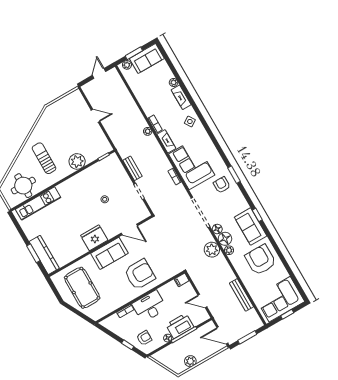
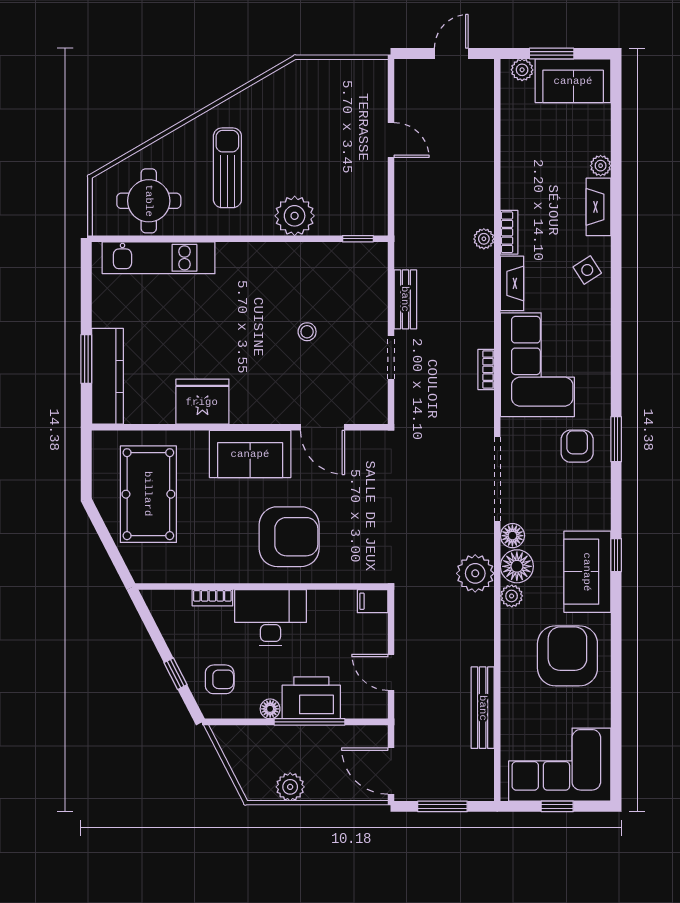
fridge: (94, 238) -> (202, 402), moved

